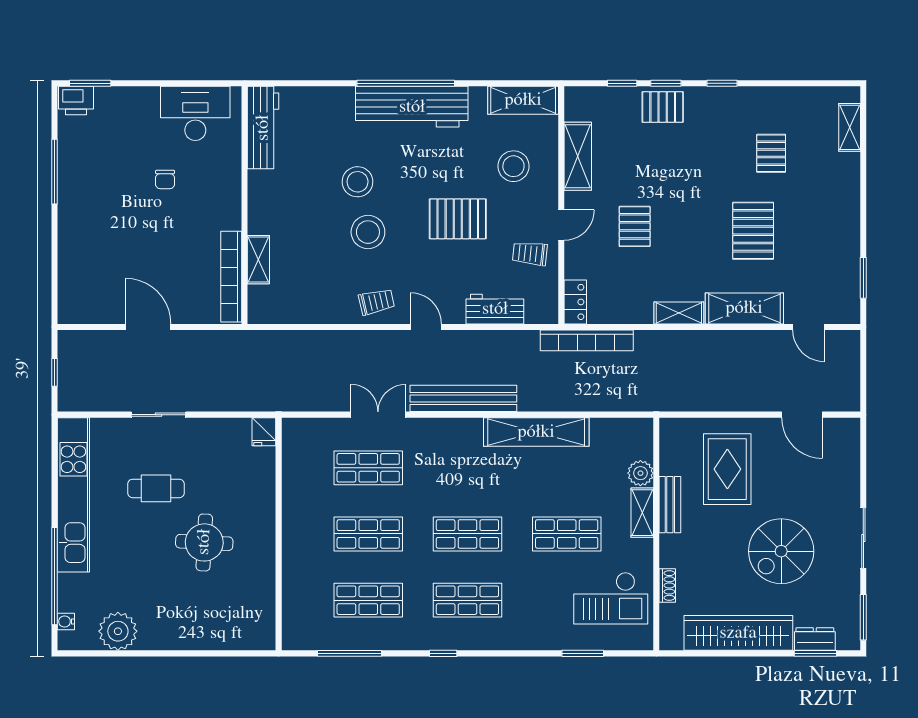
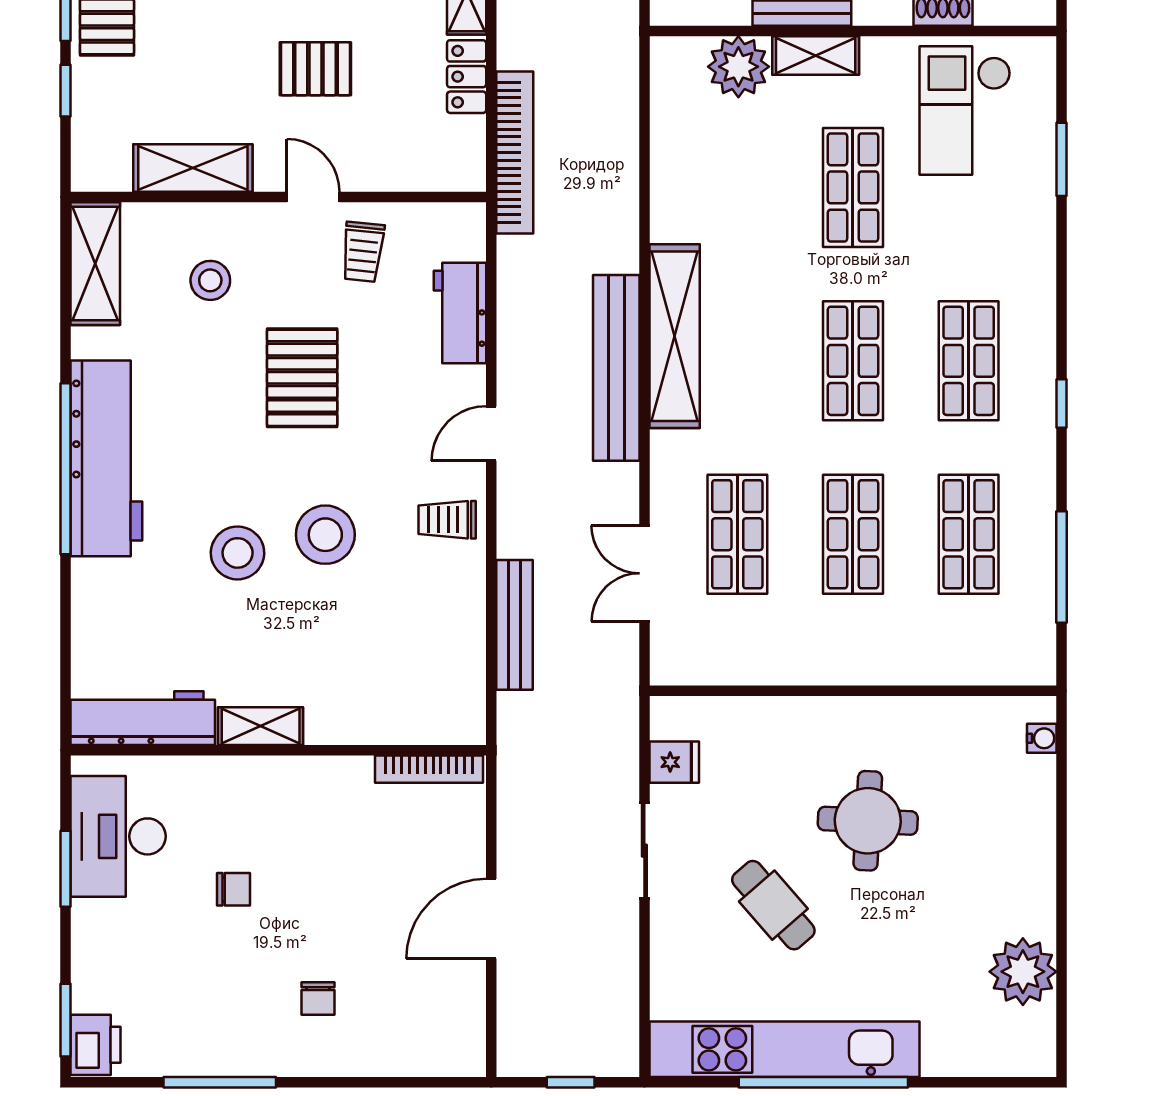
window: (177, 83) -> (65, 869), added
stool: (513, 166) -> (210, 280), width x0.73, depth x0.73
chair: (103, 228) -> (318, 998), added
shelving: (258, 260) -> (261, 726), moved
bookcase: (231, 277) -> (429, 769), width x0.68, depth x0.76
trolley: (377, 302) -> (447, 520), turned -77
locker: (575, 302) -> (467, 77), moved, turned -90
bench: (316, 340) -> (514, 625), added
sliding door: (159, 415) -> (644, 851), moved
double door: (378, 415) -> (644, 573), moved
fridge: (264, 432) -> (674, 762), moved
shelving: (536, 432) -> (675, 336), moved
plant: (640, 473) -> (738, 67), width x1.36, depth x1.36
cafe table: (156, 488) -> (773, 905), turned -41
window: (55, 576) -> (823, 1082), moved
checkout: (611, 598) -> (965, 111), turned 180
water cooler: (66, 621) -> (1042, 738), moved, turned -90

